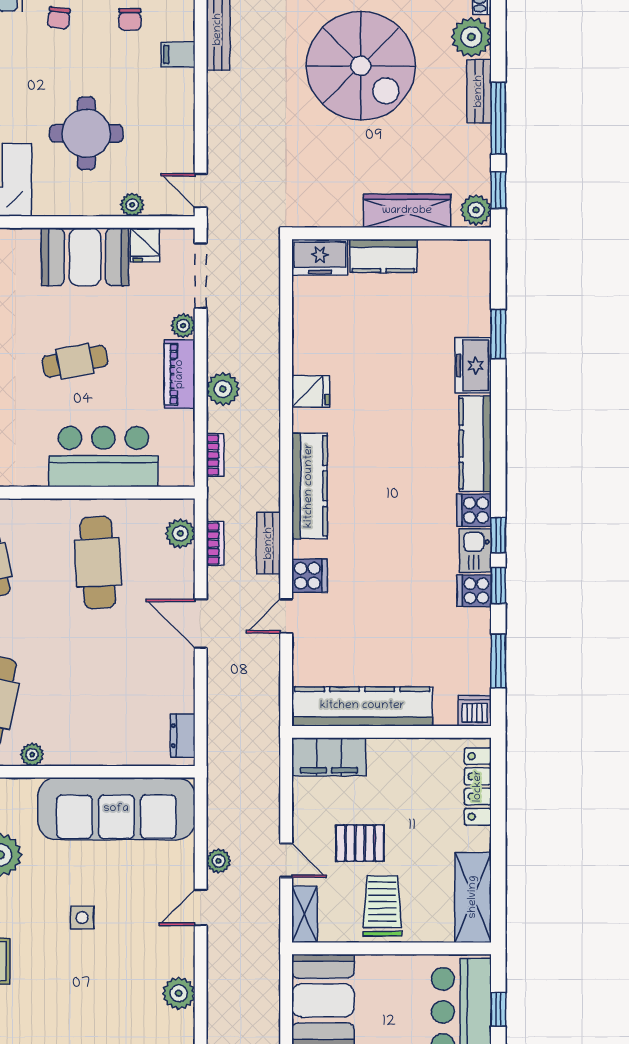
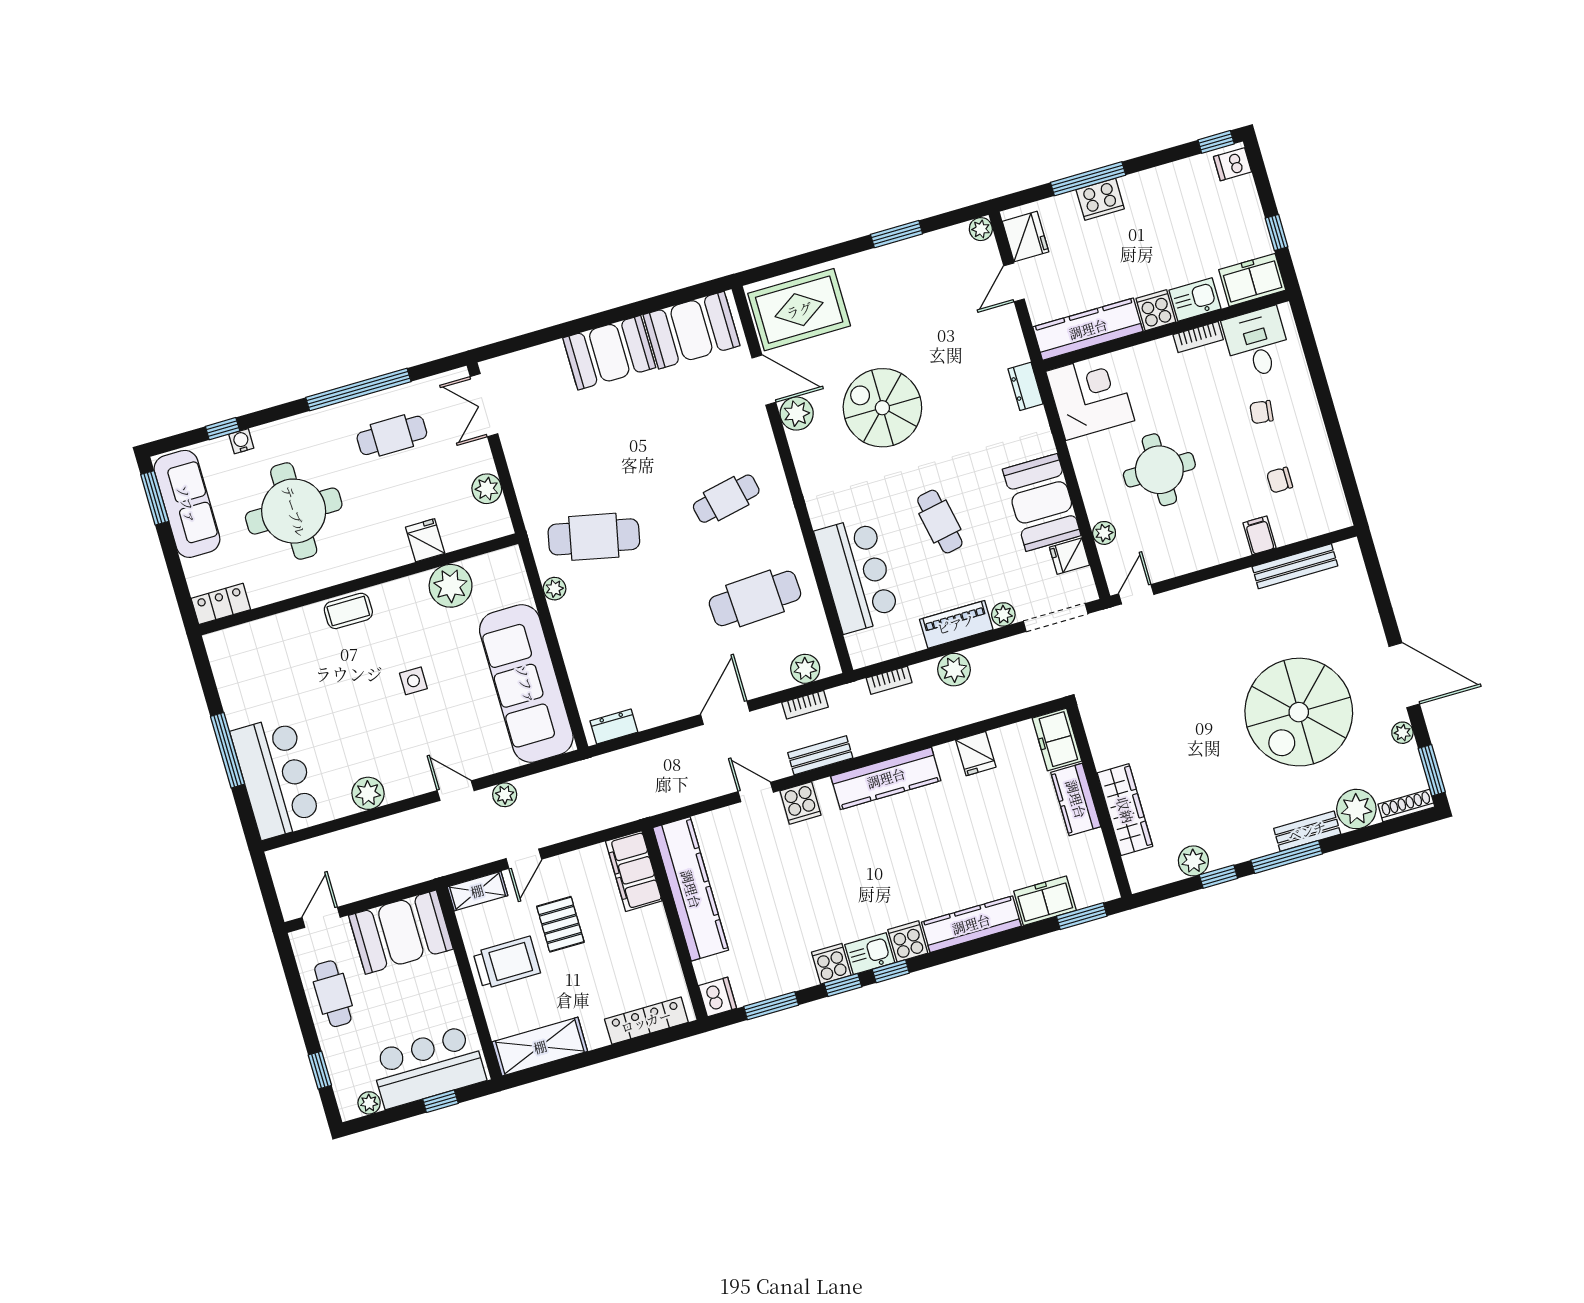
wardrobe: (407, 211) -> (1125, 810), moved
wall: (392, 233) -> (1099, 801), moved
kitchen counter: (383, 256) -> (1076, 799), moved
freezer: (320, 257) -> (1057, 740), moved

